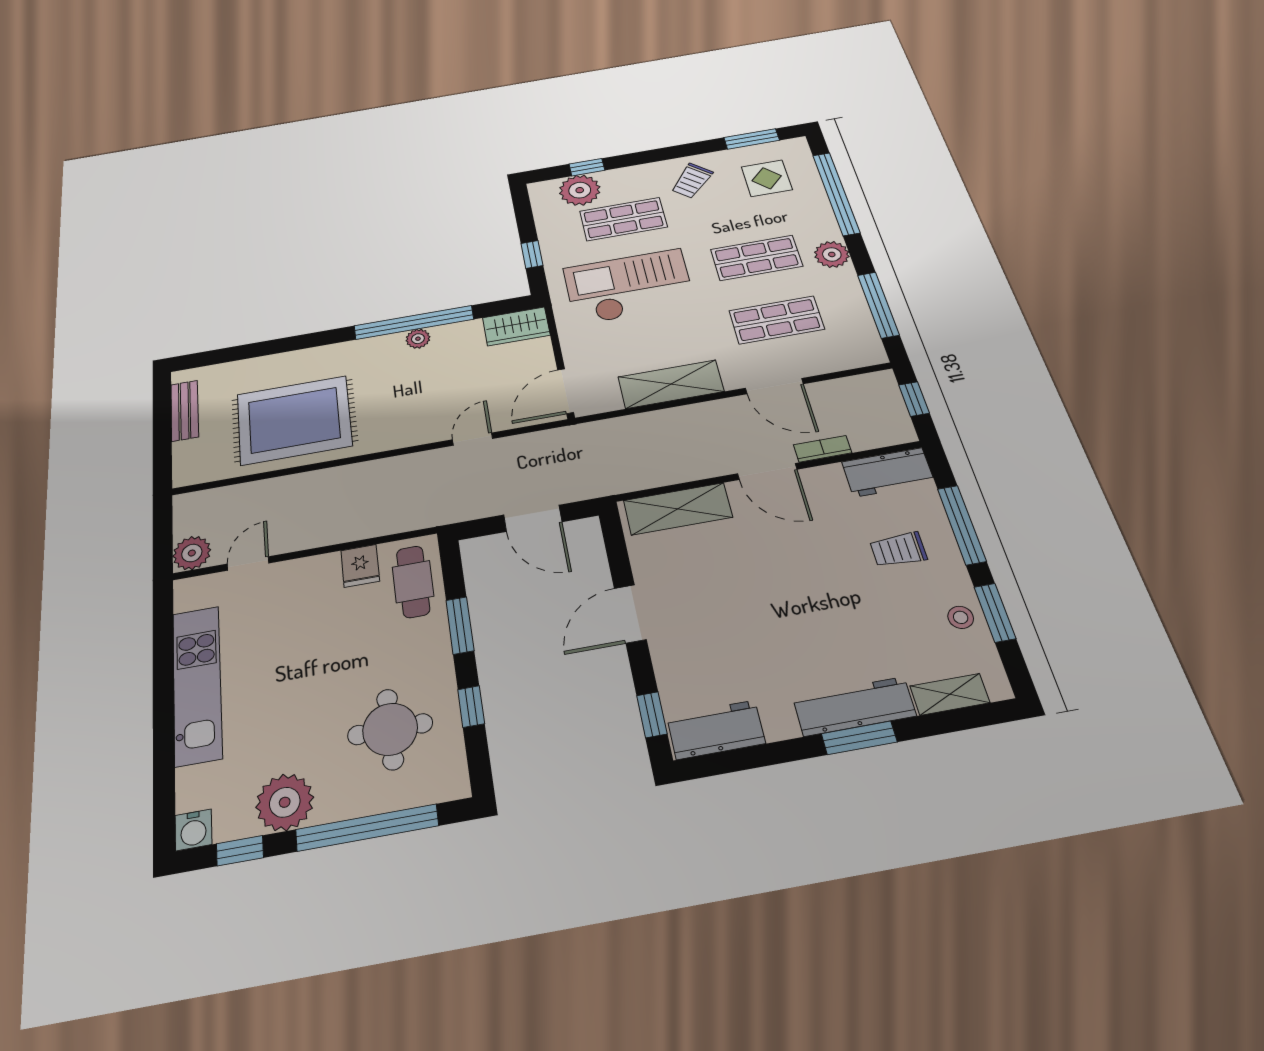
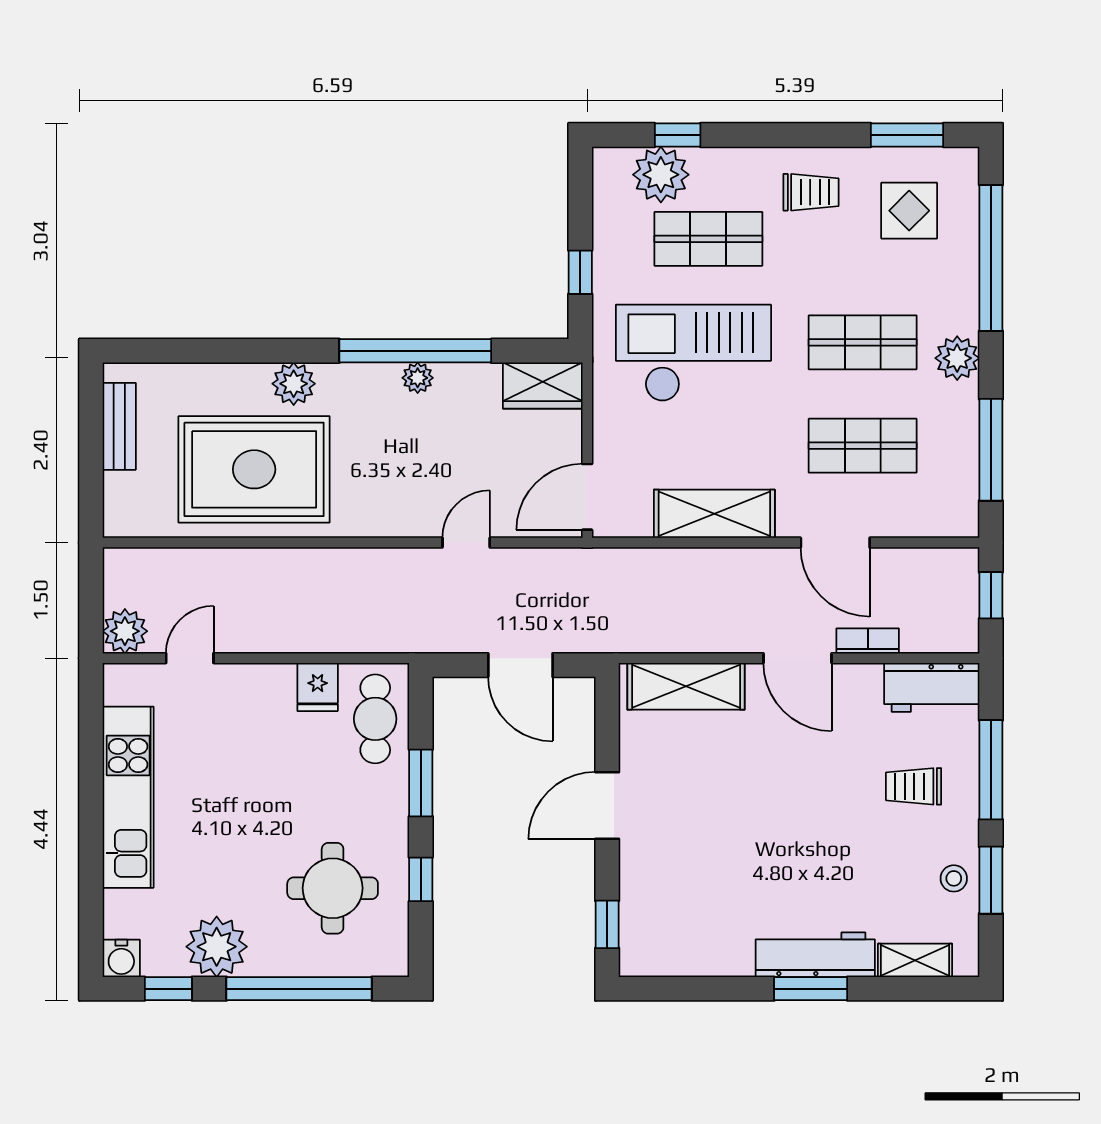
trolley: (692, 181) -> (811, 192), turned -131
plant: (321, 359) -> (294, 384), added
workbench: (716, 730) -> (669, 953), removed

